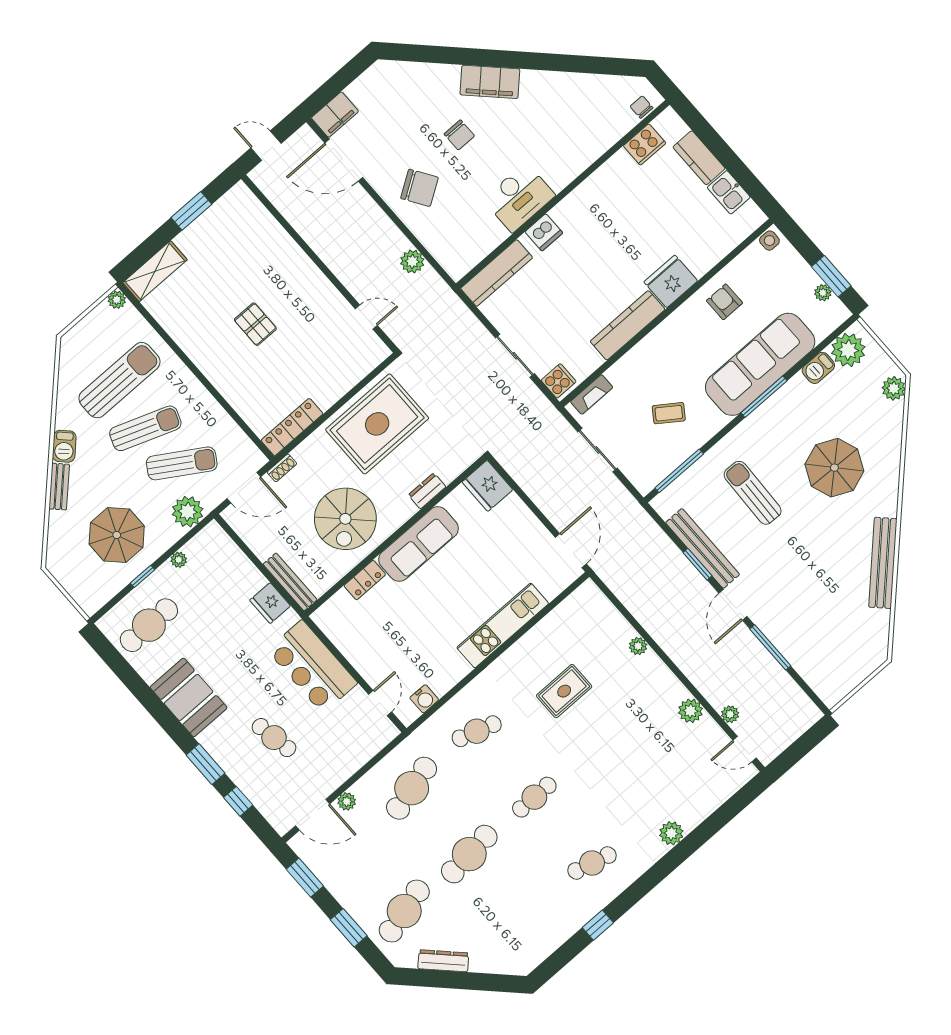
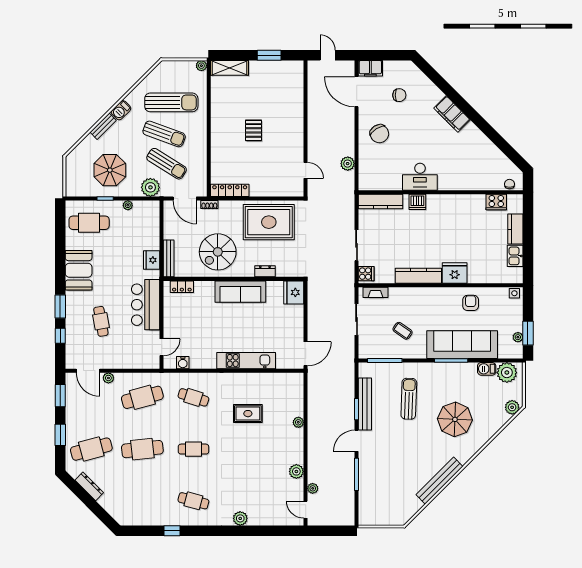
chair: (459, 135) -> (399, 95), moved, turned -90
locker: (365, 580) -> (182, 287), moved

